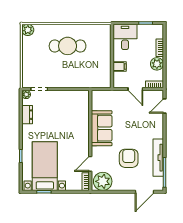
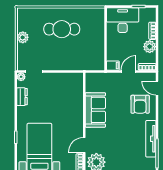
plant: (28, 30) -> (23, 37), moved
desk: (125, 37) -> (123, 20), width x1.37
filing cabinet: (120, 67) -> (113, 66), moved
door: (135, 89) -> (128, 71), swing flipped
door: (164, 106) -> (157, 88), hinge flipped
armchair: (129, 158) -> (140, 104), moved, turned 180

